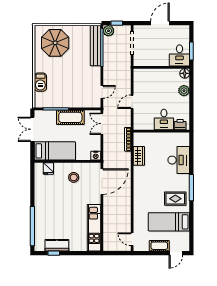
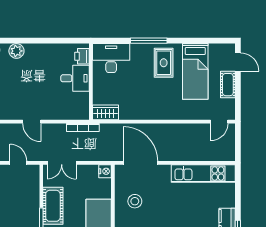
desk: (164, 119) -> (75, 78), moved
printer: (180, 125) -> (82, 56), moved
wall: (161, 131) -> (91, 82), moved

